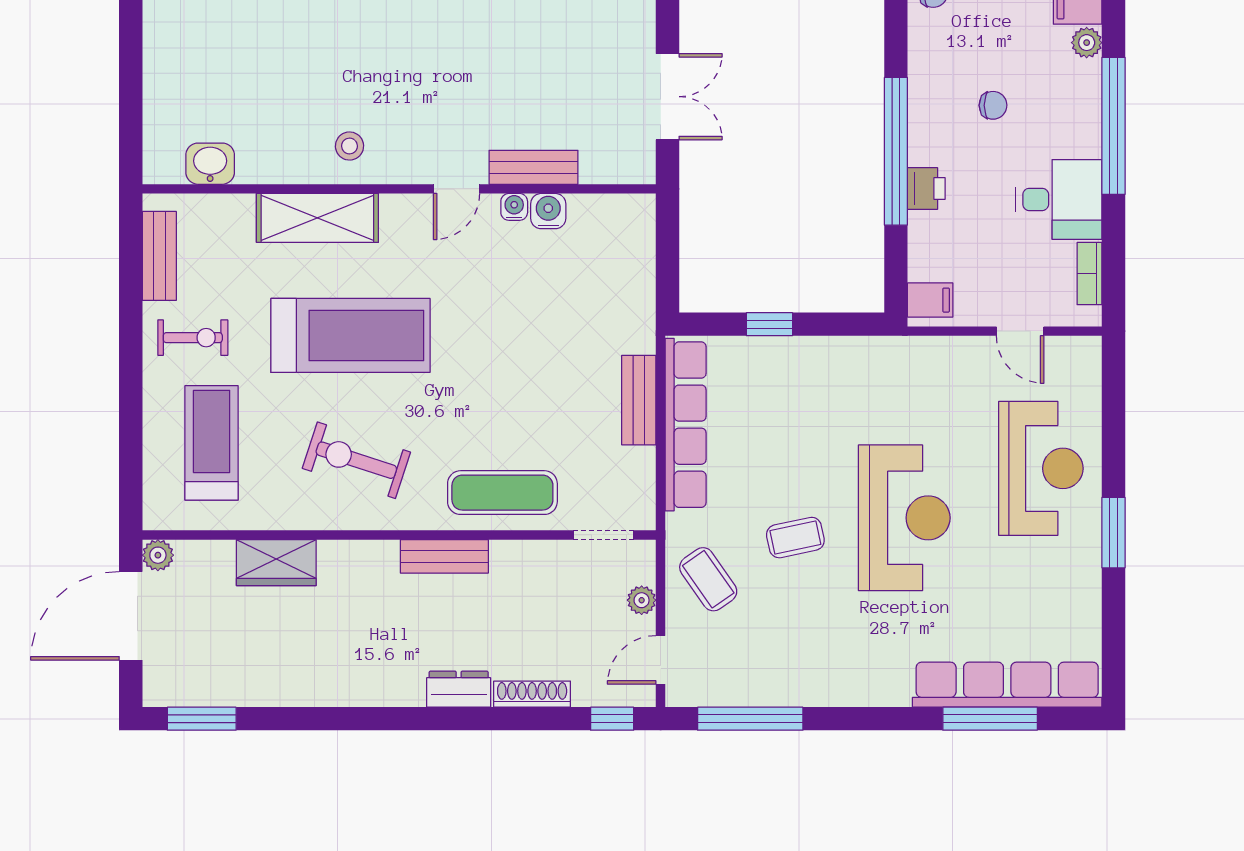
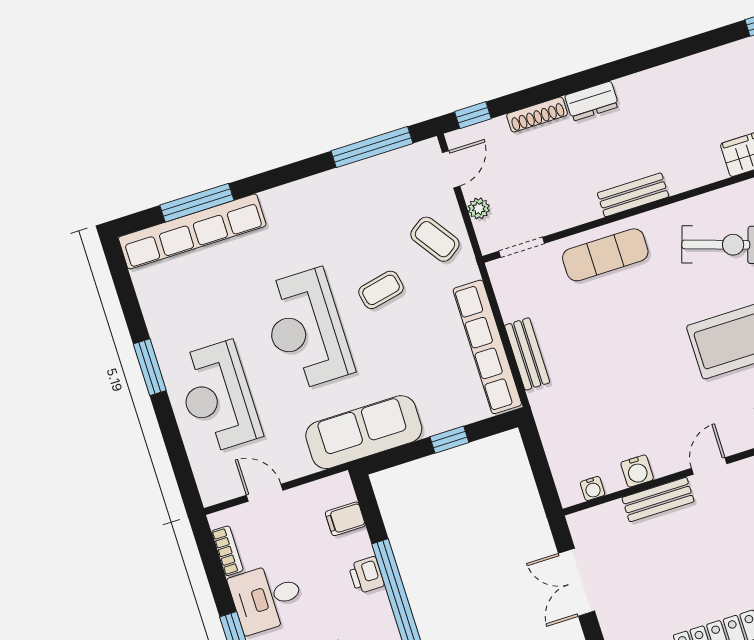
water cooler: (514, 207) -> (593, 489), moved
filing cabinet: (930, 300) -> (345, 519), moved
sofa: (873, 367) -> (364, 432), added

